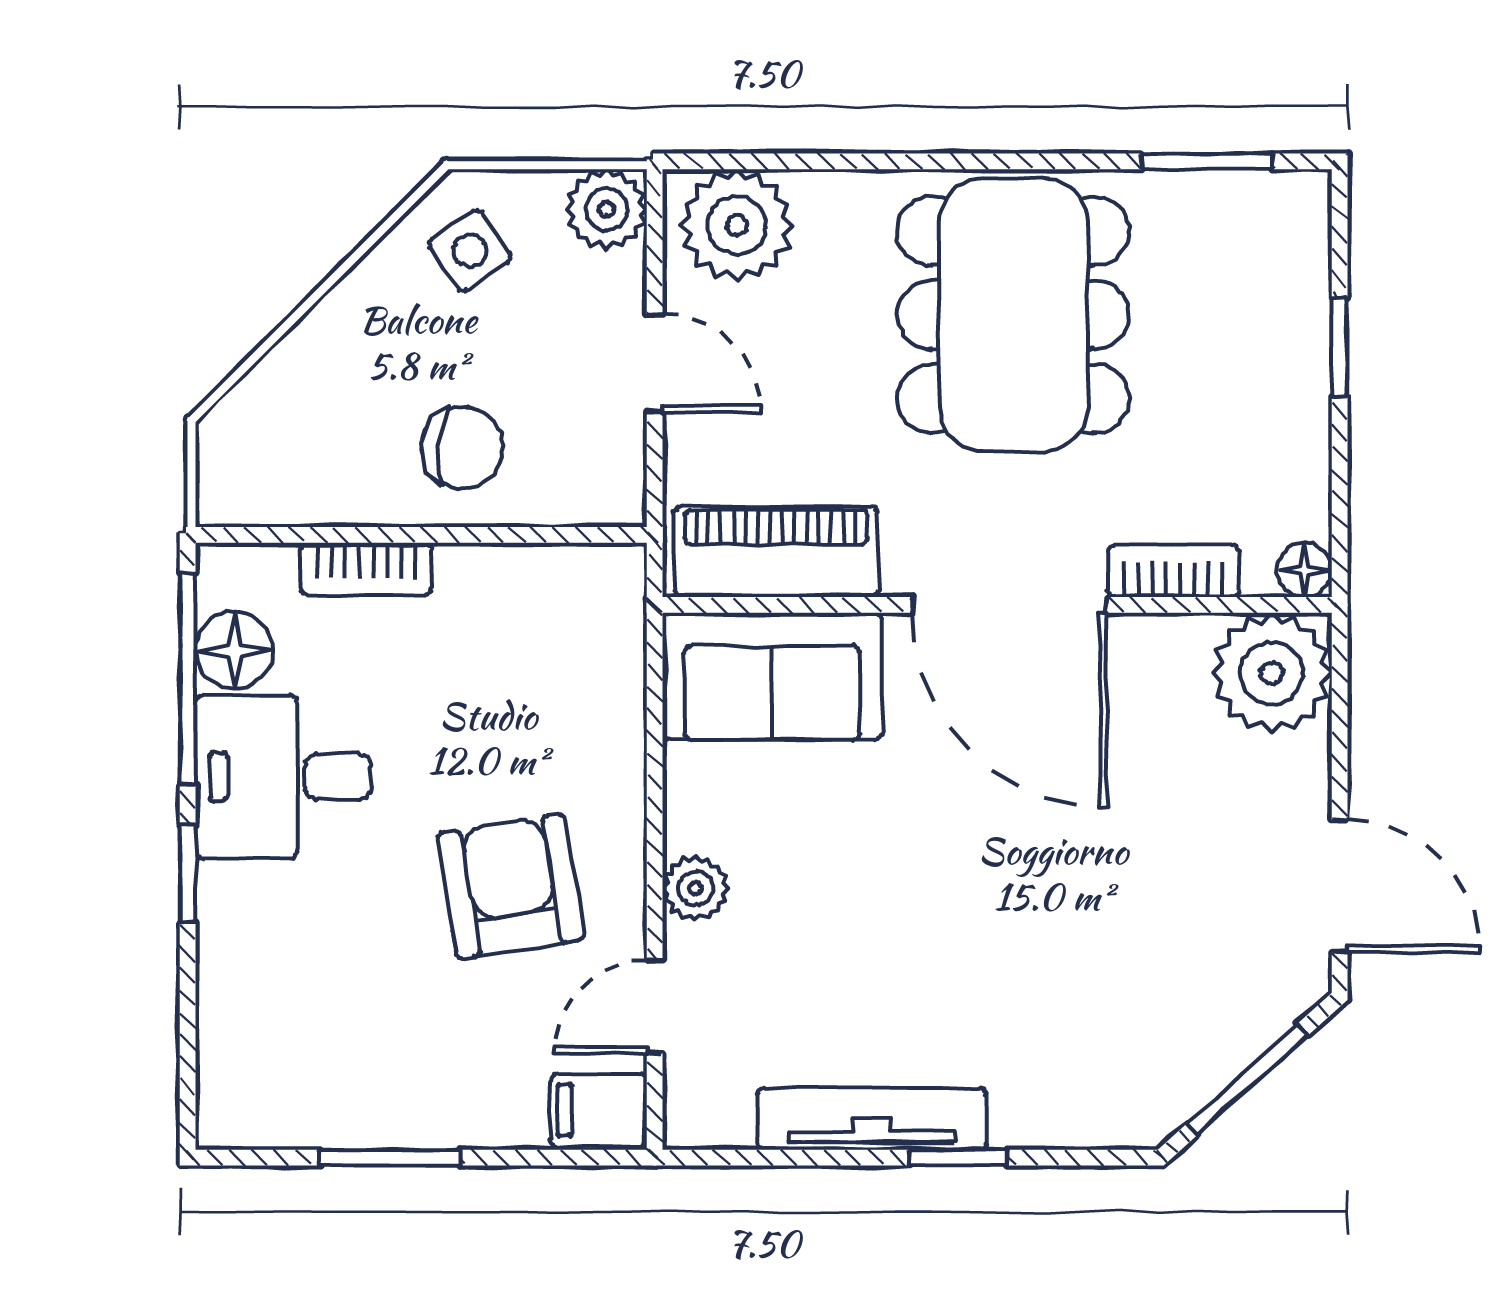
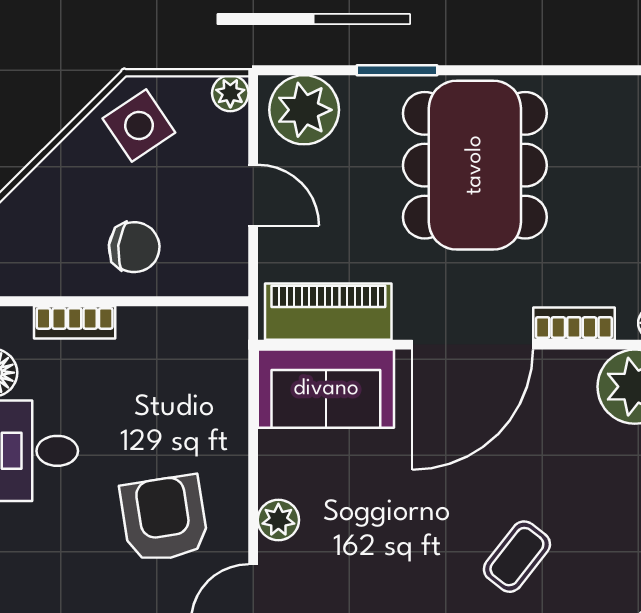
window: (1207, 161) -> (397, 70), moved
plant: (607, 209) -> (230, 93), width x0.73, depth x0.73
side table: (470, 251) -> (139, 126), width x1.37, depth x1.37
door: (1010, 605) -> (473, 345), hinge flipped
coffee table: (1081, 948) -> (517, 557), added

